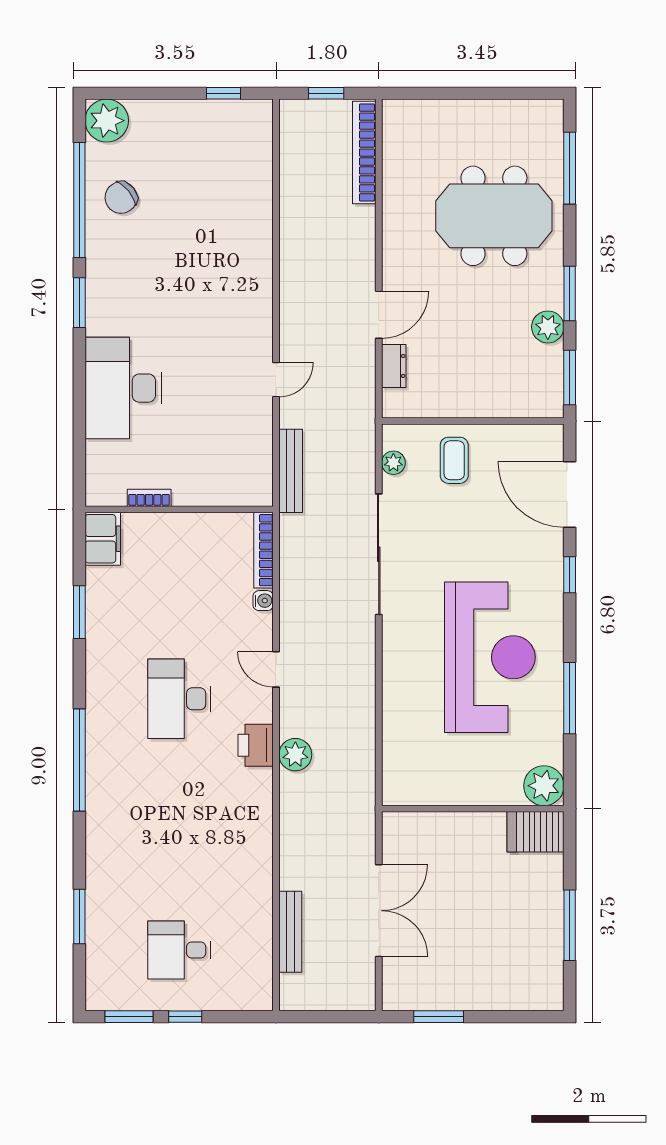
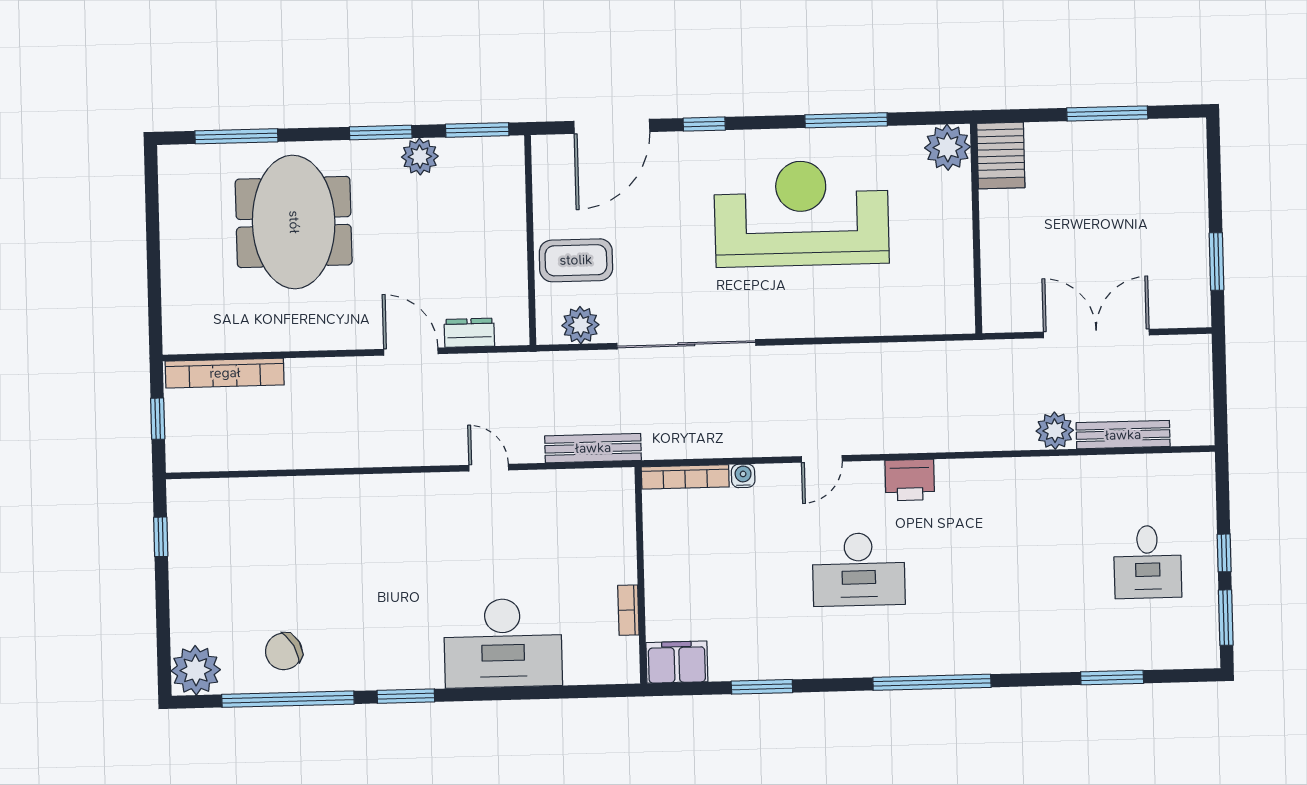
chair: (121, 198) -> (284, 651), turned 100
coffee table: (454, 460) -> (576, 260), width x1.36, depth x1.30
plant: (393, 463) -> (580, 325), width x1.38, depth x1.38
plant: (295, 755) -> (1055, 431), moved

